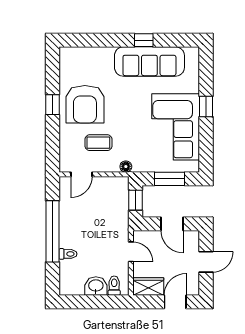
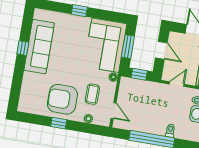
armchair: (85, 104) -> (62, 99), turned 180
corner sofa: (176, 127) -> (105, 45), moved, turned 90
plant: (65, 143) -> (88, 119), added
door: (172, 224) -> (161, 50), hinge flipped

